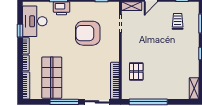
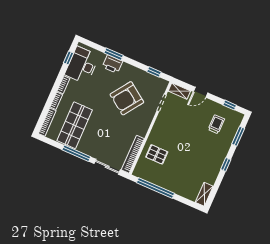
window: (20, 31) -> (68, 58), moved
armchair: (88, 33) -> (127, 98), turned -55
pallet: (136, 71) -> (157, 154), turned 90

